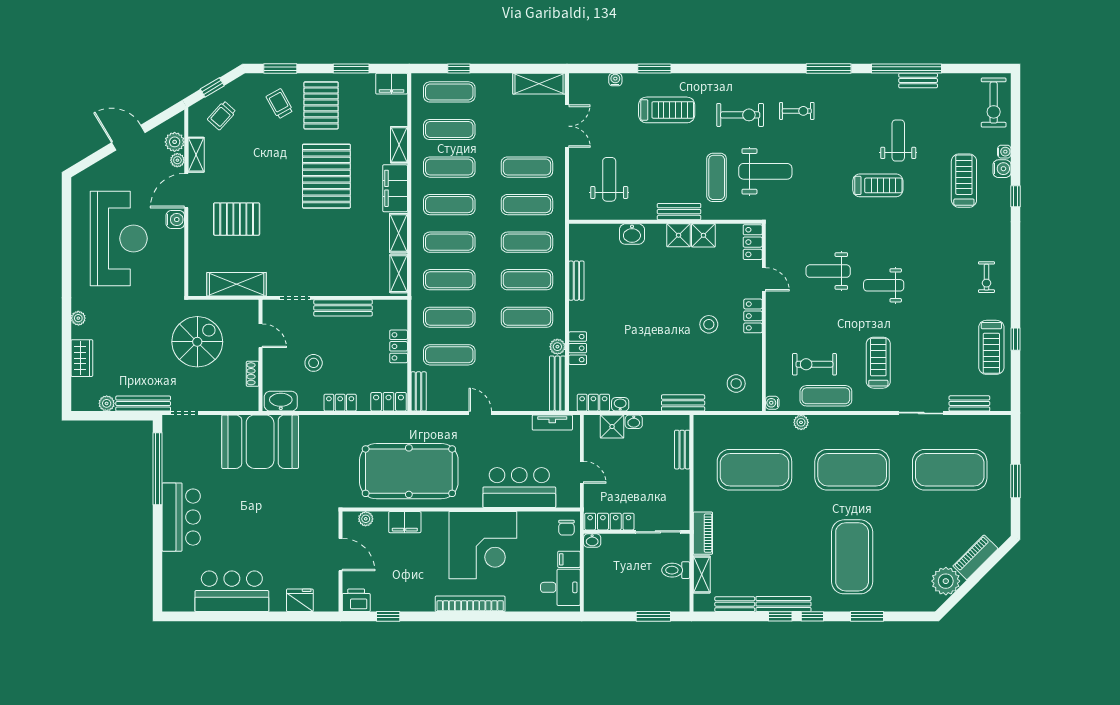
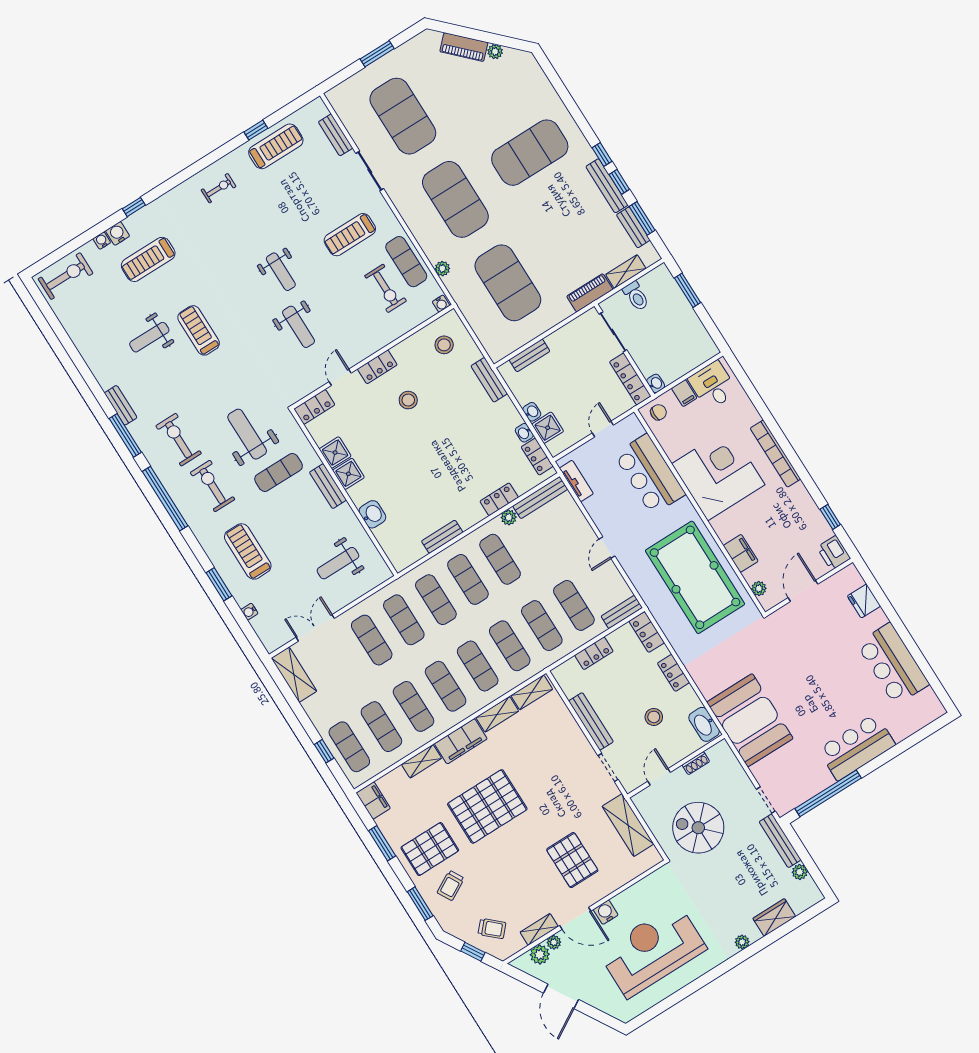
window: (907, 69) -> (165, 499), moved
bench: (918, 81) -> (121, 405), moved
exercise bike: (797, 111) -> (179, 440), width x1.38, depth x1.39
plant: (946, 581) -> (495, 52), width x0.53, depth x0.53
window: (867, 616) -> (642, 218), moved

